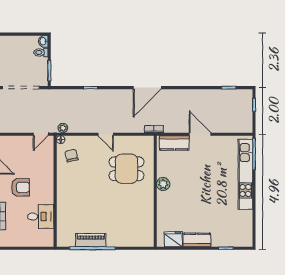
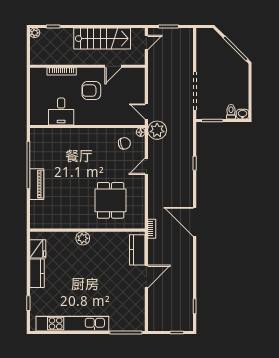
plant: (63, 128) -> (157, 130), width x1.87, depth x1.87
door: (106, 134) -> (146, 166), moved
kitchen unit: (245, 174) -> (72, 324), moved
plant: (163, 184) -> (83, 238), moved
armchair: (20, 187) -> (91, 91), turned 90
piano: (91, 240) -> (37, 184), moved

